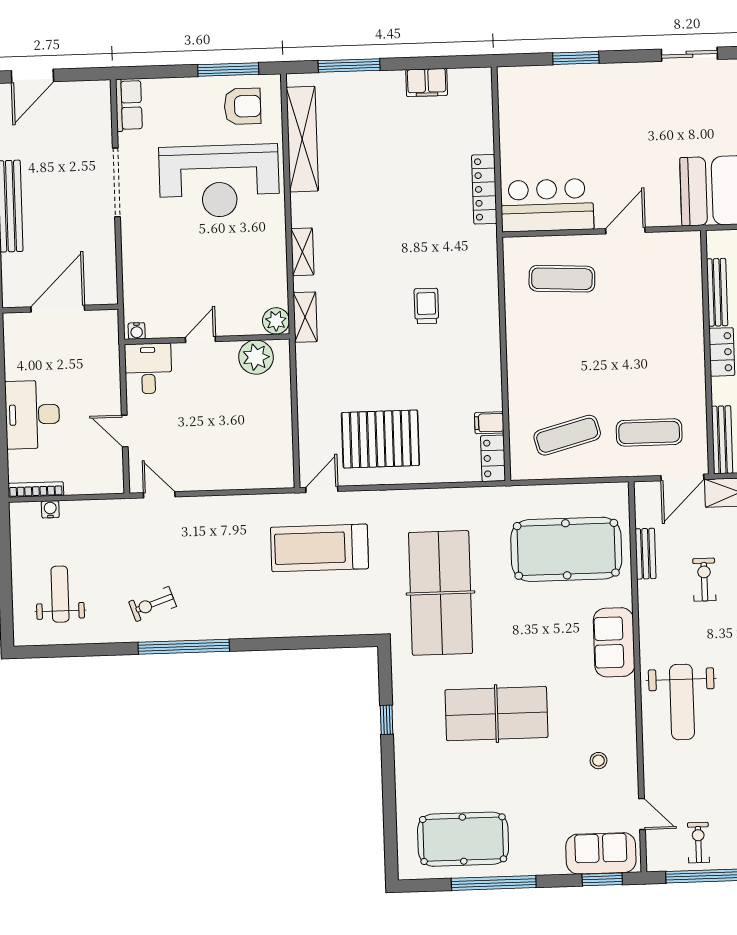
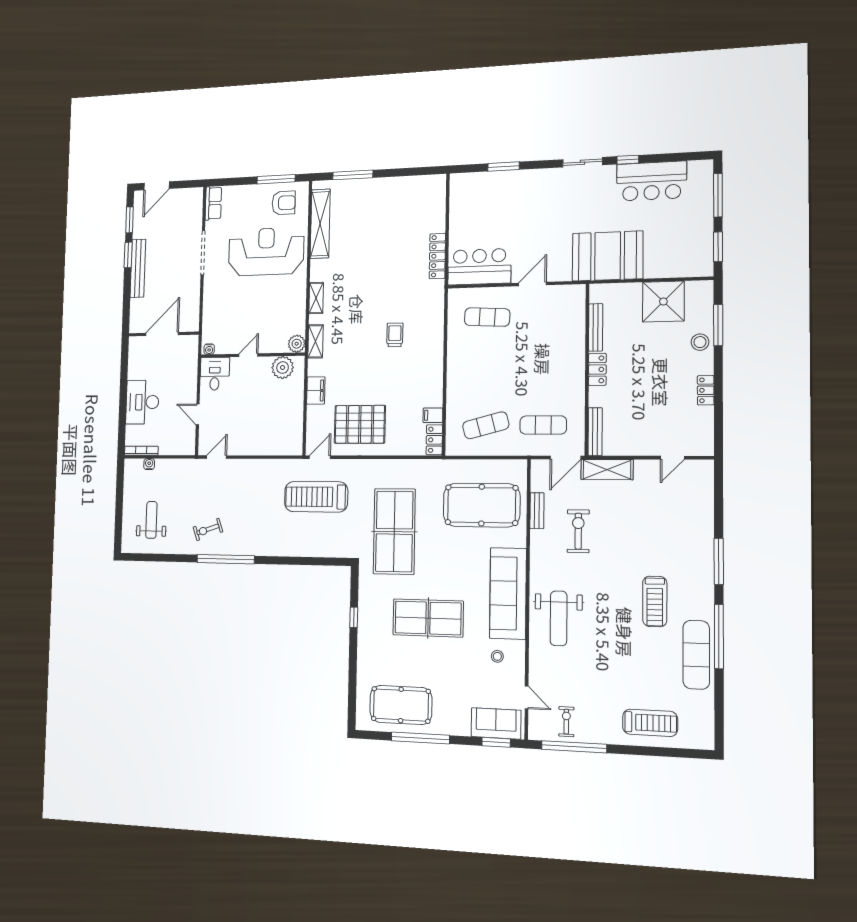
filing cabinet: (427, 83) -> (316, 391), moved, turned -90
reception desk: (219, 181) -> (266, 252), turned 180
door: (159, 495) -> (216, 457), hinge flipped
exercise bike: (704, 580) -> (578, 531), width x1.38, depth x1.39
sofa: (614, 642) -> (508, 593), width x1.85, depth x1.27

